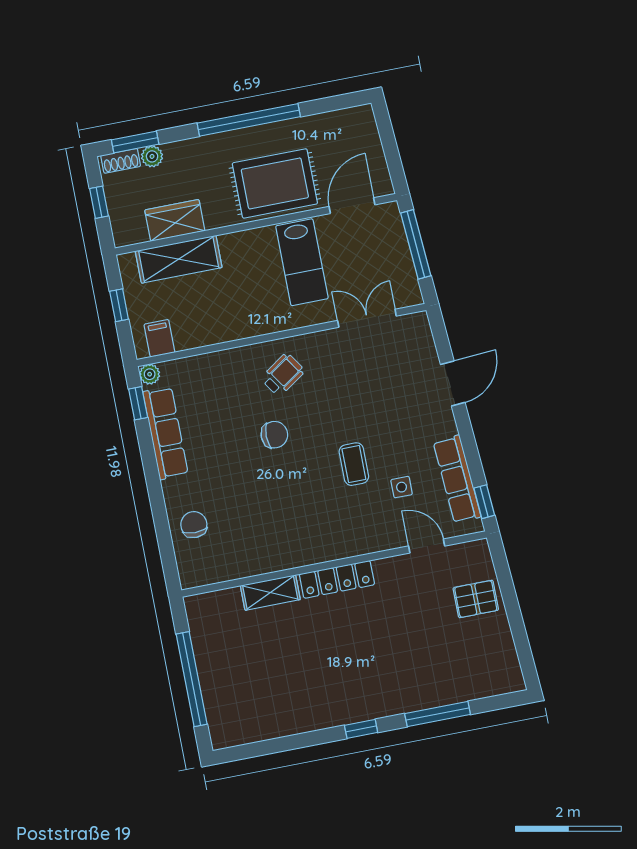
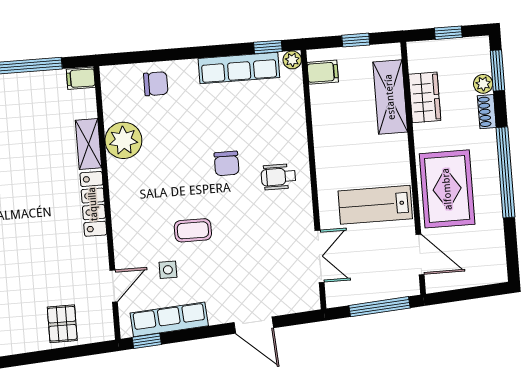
shoe rack: (121, 161) -> (487, 112), moved
wheelchair: (283, 375) -> (278, 177), turned 124
plant: (262, 554) -> (123, 140), added
filing cabinet: (197, 610) -> (81, 78), added

